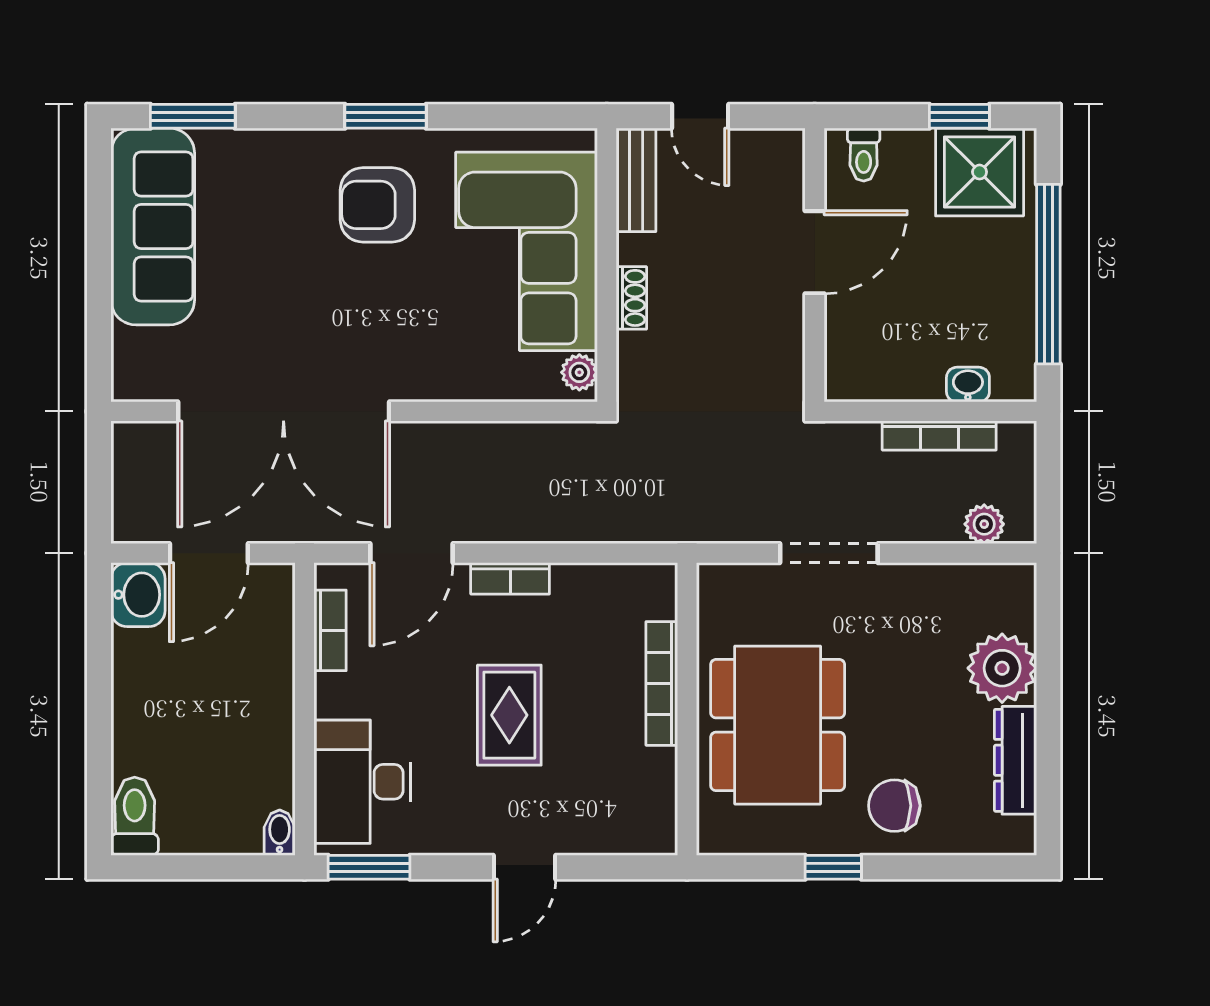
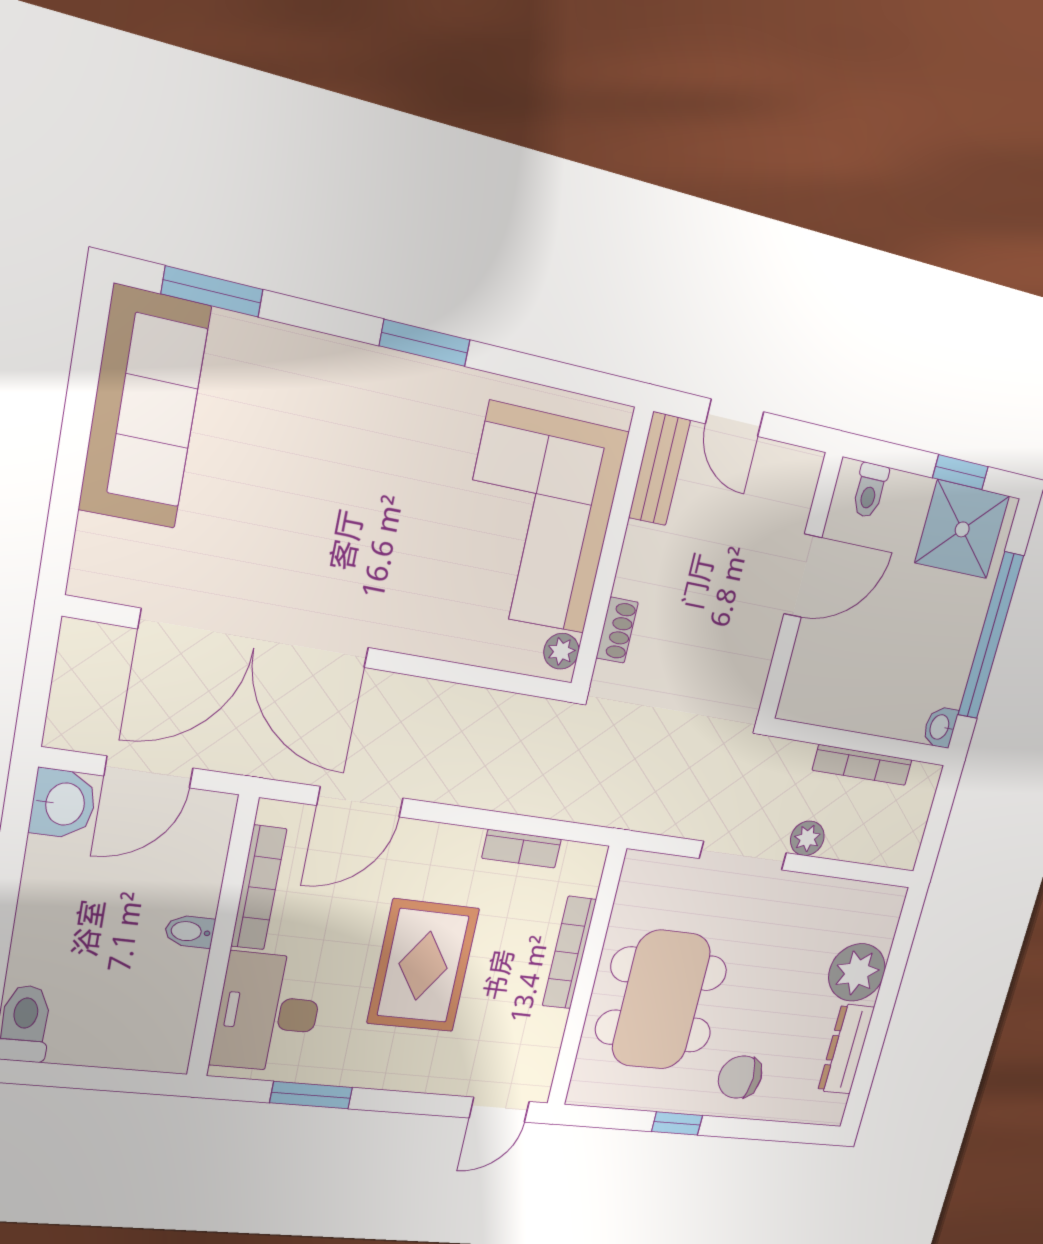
armchair: (377, 205) -> (397, 438), removed
shoe rack: (631, 298) -> (617, 630), moved
washbasin: (968, 385) -> (940, 727), moved, turned -90
plant: (984, 524) -> (807, 838), moved
bookcase: (510, 578) -> (522, 849), moved
bookcase: (330, 630) -> (259, 888), width x1.56
rug: (509, 715) -> (423, 966), width x1.36, depth x1.43
bidet: (280, 833) -> (190, 931), moved, turned -90
window: (369, 867) -> (311, 1095), moved
door: (524, 867) -> (499, 1110), moved

